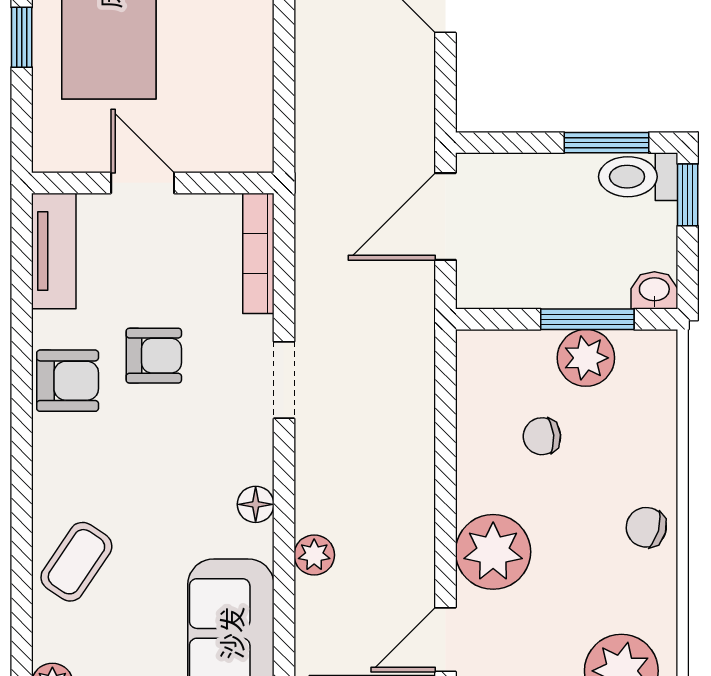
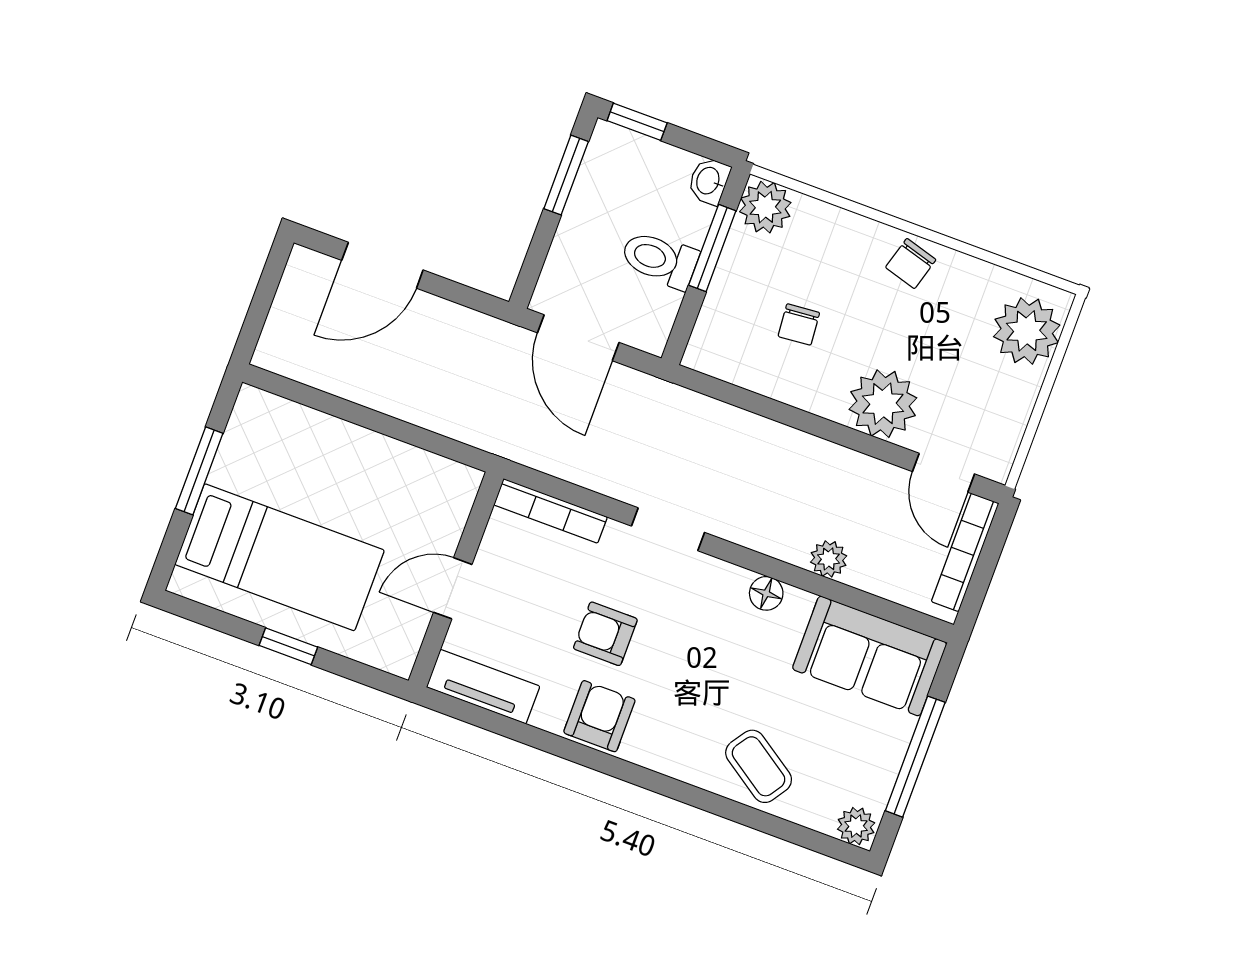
toilet: (638, 177) -> (660, 259), moved, turned 90
armchair: (154, 356) -> (605, 634), turned -90
plant: (586, 358) -> (765, 207), moved

